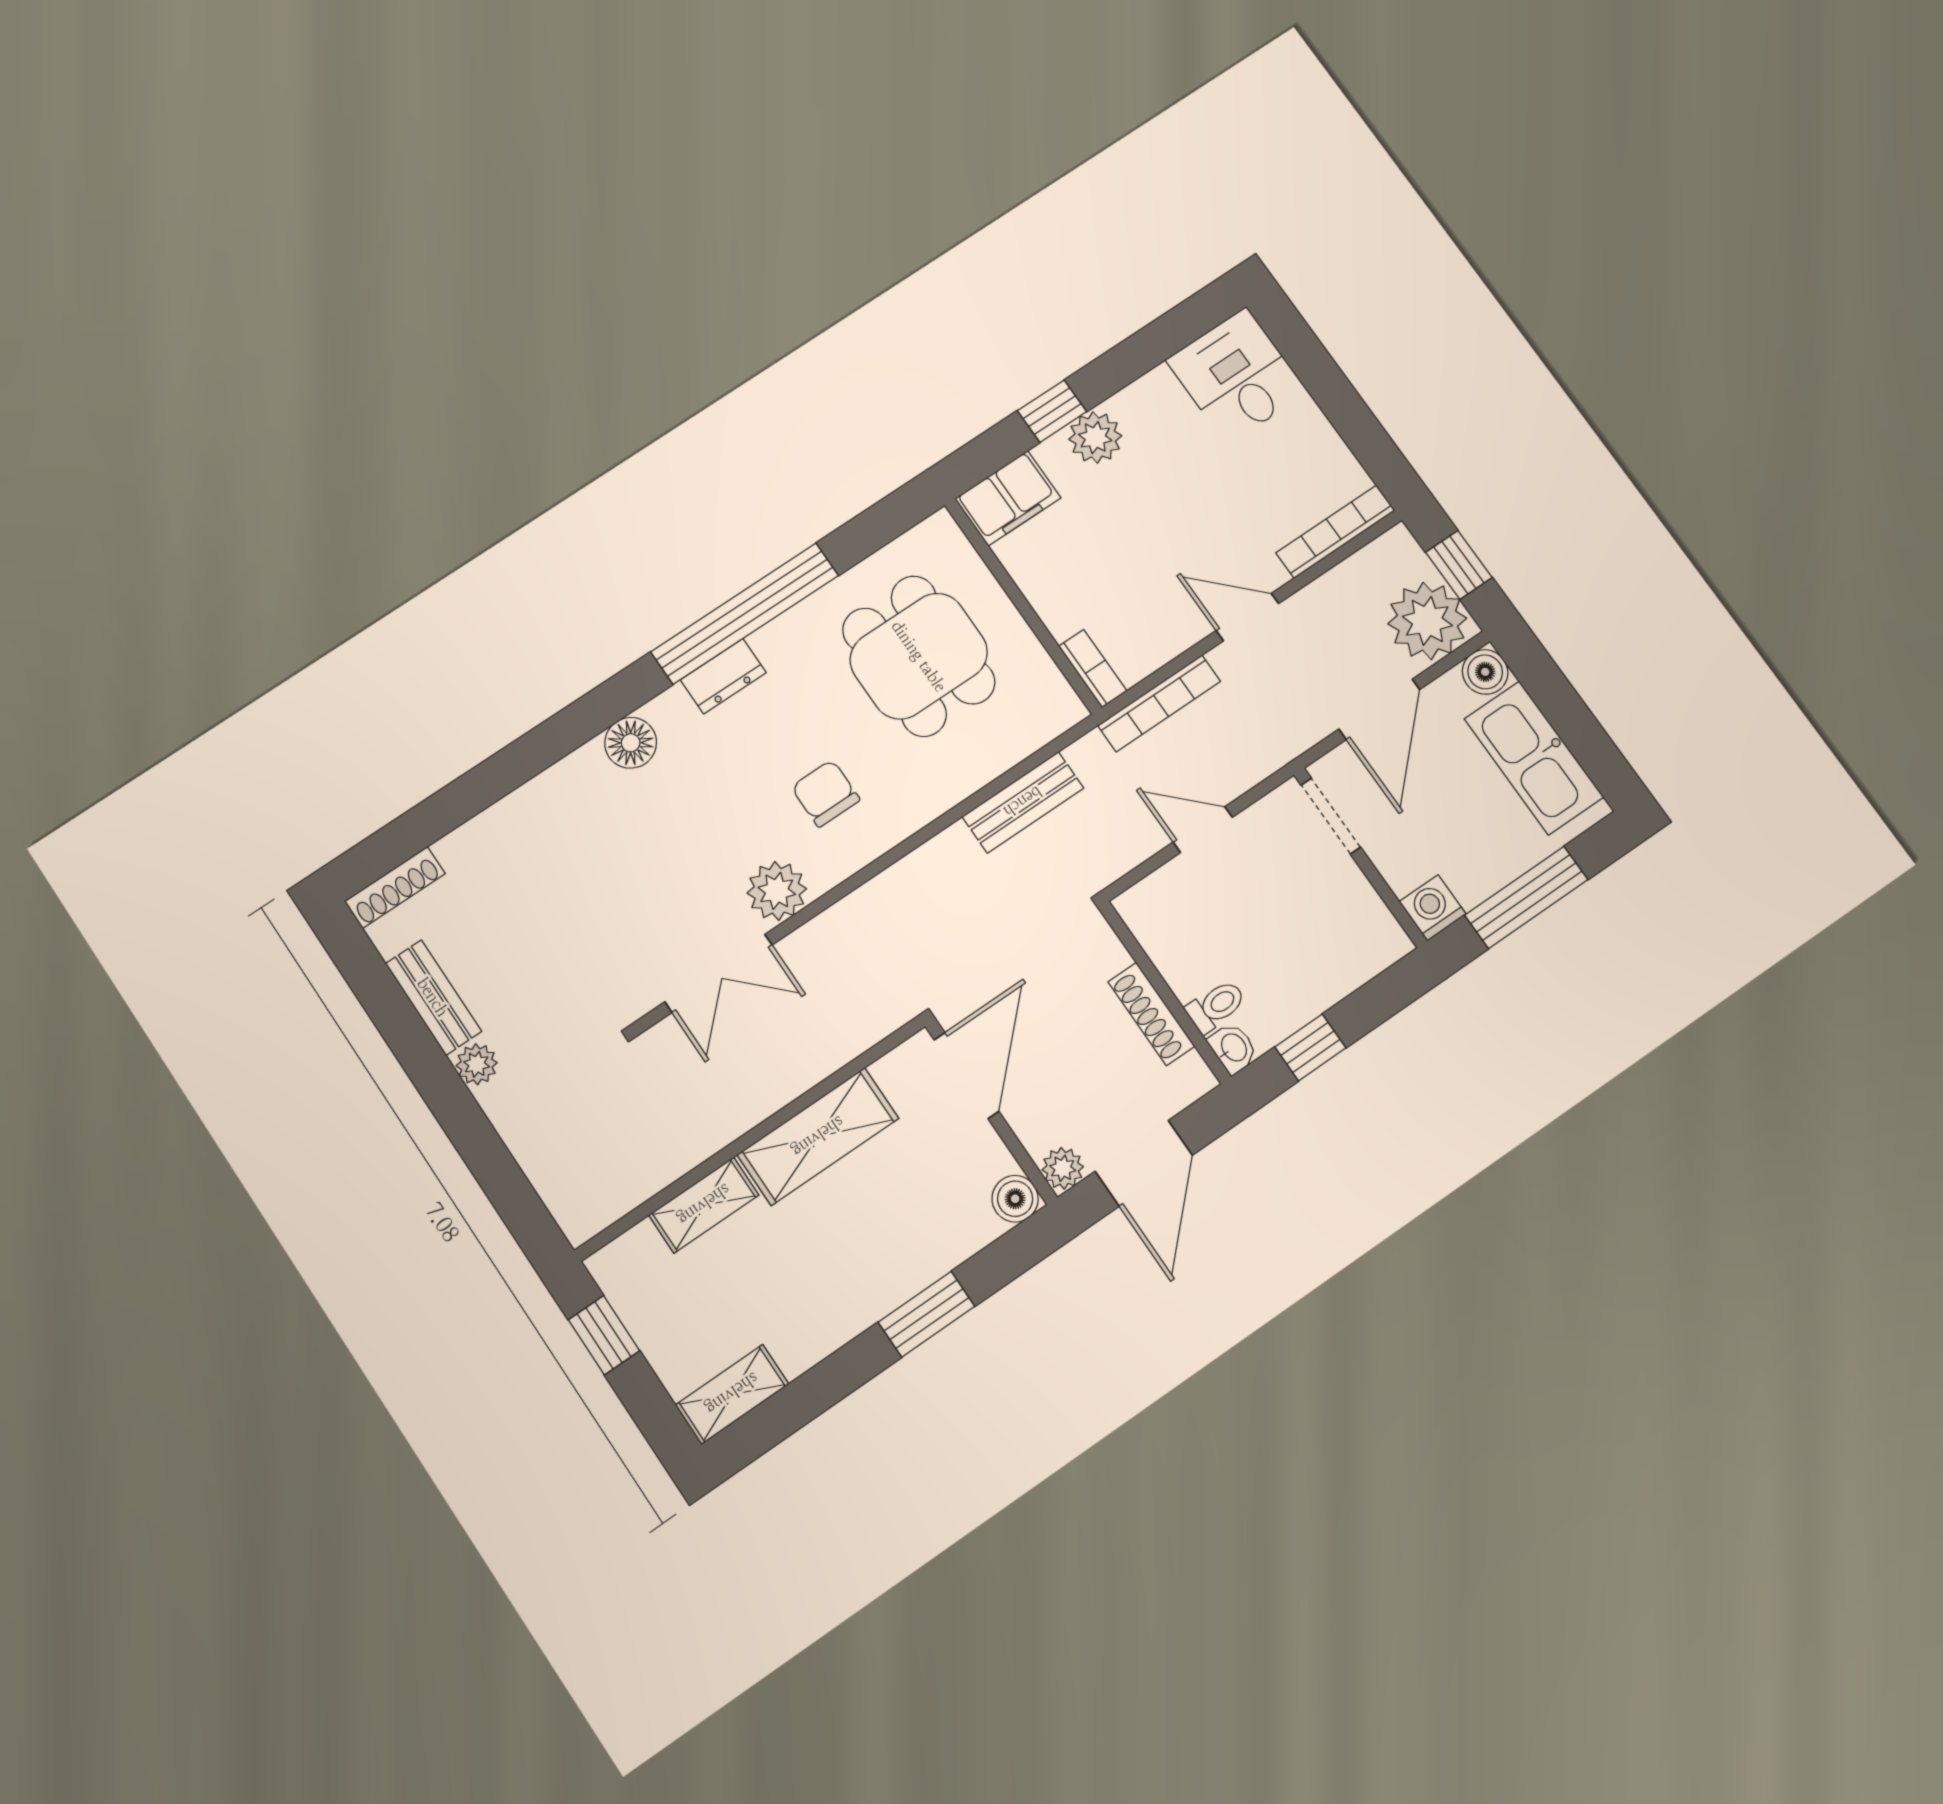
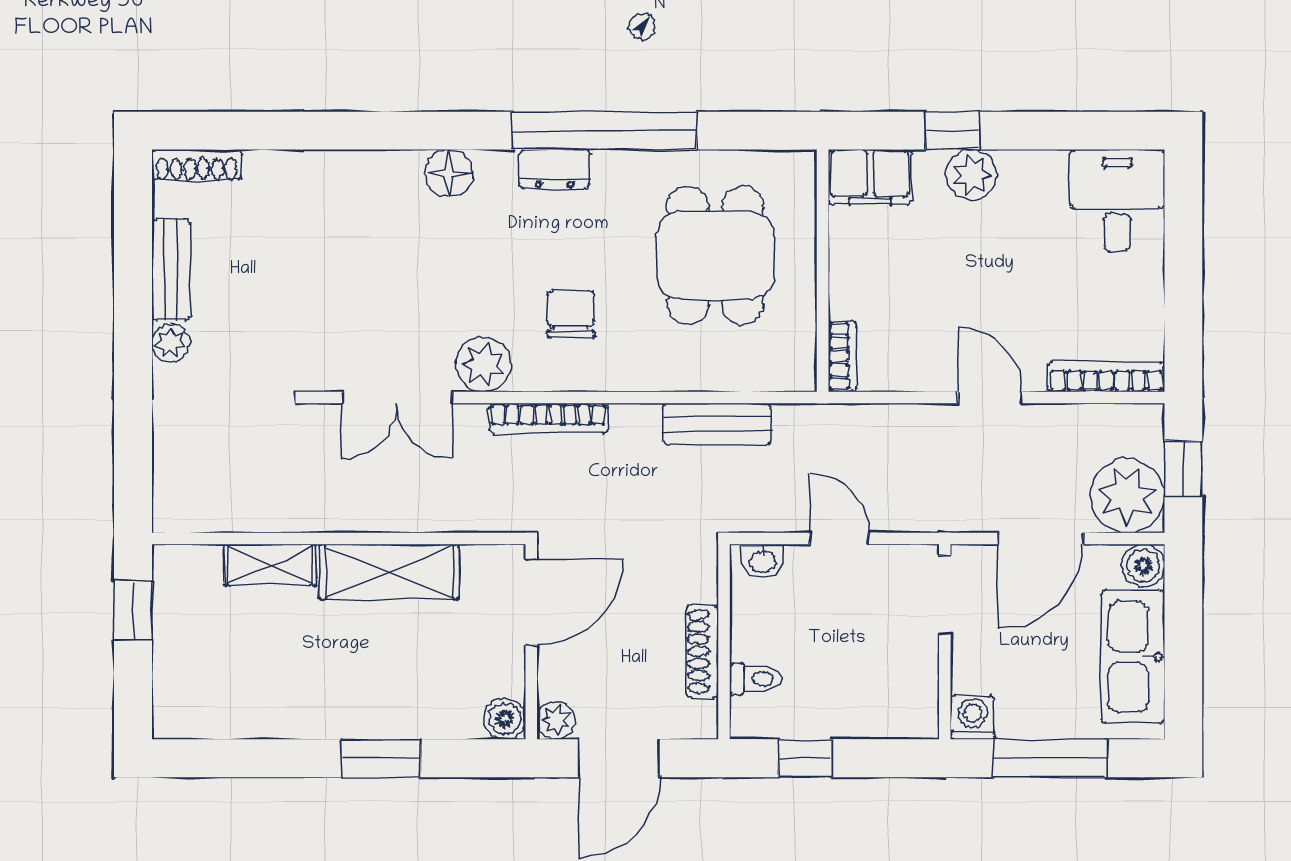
bookcase: (1159, 703) -> (548, 418), moved
washbasin: (1233, 1048) -> (763, 561), moved, turned 90
shelving: (732, 1394) -> (199, 718), removed

